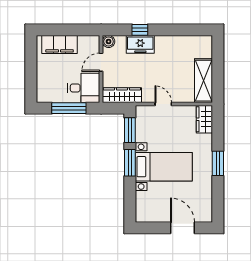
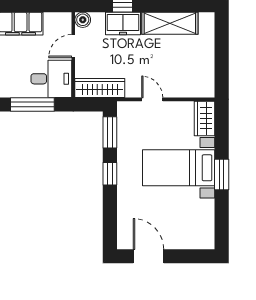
shelving: (204, 81) -> (170, 23), moved, turned 90
window: (130, 163) -> (110, 174), width x0.67
bed with nightstands: (164, 167) -> (179, 168), moved, turned 180
door: (182, 228) -> (149, 256), moved

